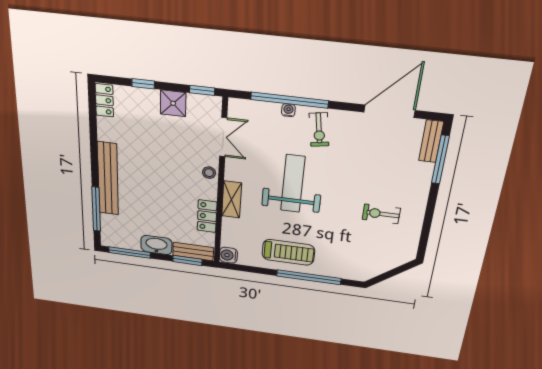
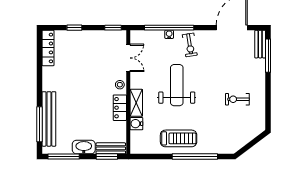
locker: (104, 100) -> (48, 48), width x1.53
shower: (173, 103) -> (94, 38), removed
bench: (108, 179) -> (49, 119), moved
locker: (207, 216) -> (120, 108), moved
water cooler: (228, 255) -> (136, 124), moved

